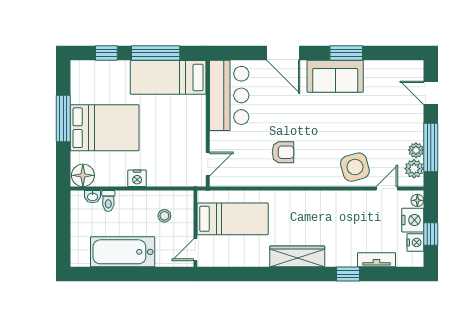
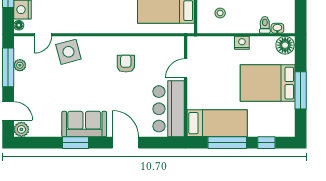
armchair: (283, 152) -> (126, 64), turned 90
door: (208, 164) -> (186, 68), moved
plant: (414, 169) -> (21, 129), moved

